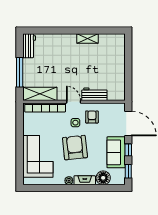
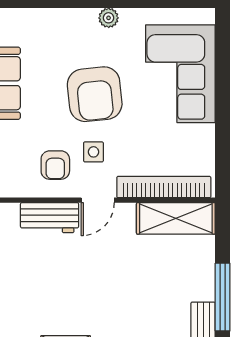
window: (20, 72) -> (223, 297), moved
door: (74, 102) -> (98, 200), hinge flipped
floor lamp: (103, 178) -> (29, 24), removed
fireplace: (85, 180) -> (72, 18), removed

